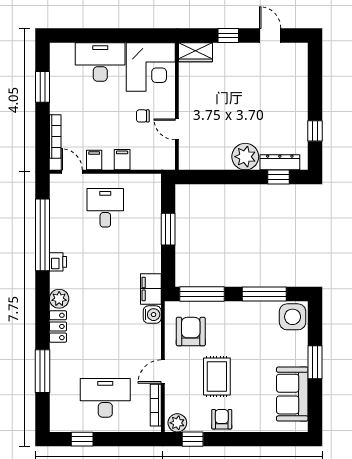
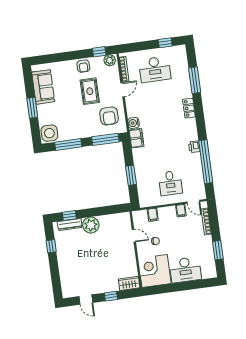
filing cabinet: (122, 160) -> (153, 215), moved
plant: (59, 299) -> (191, 125), removed

